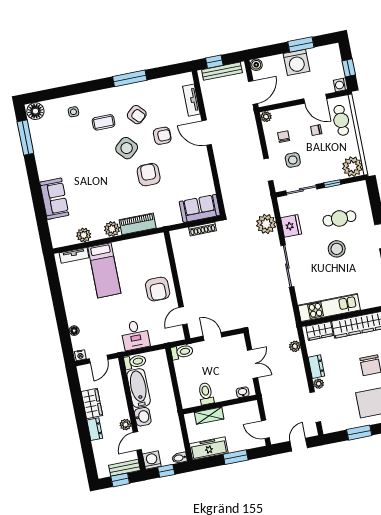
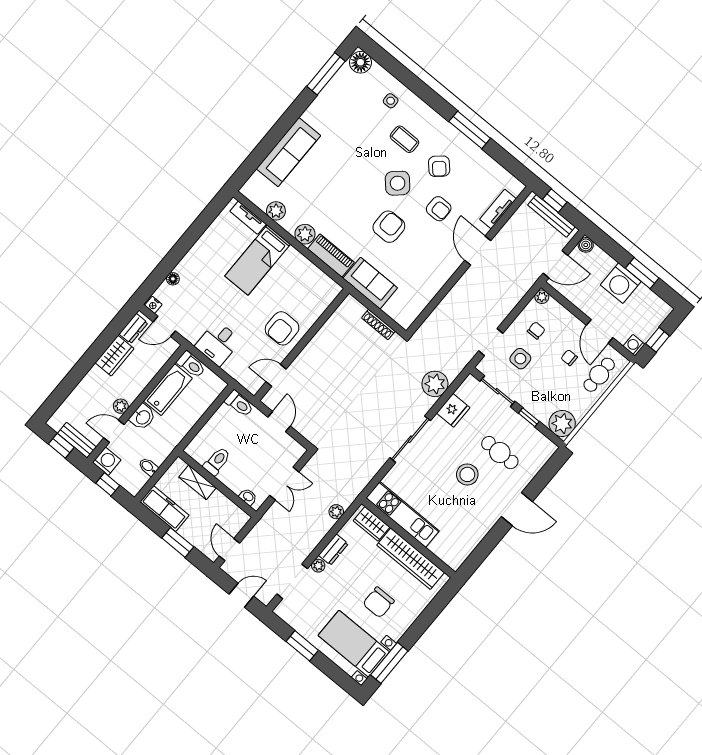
sofa: (54, 199) -> (288, 152), width x1.36
sofa: (200, 208) -> (370, 283), moved
dresser: (95, 429) -> (133, 328), moved
bidet: (179, 458) -> (148, 467), moved

